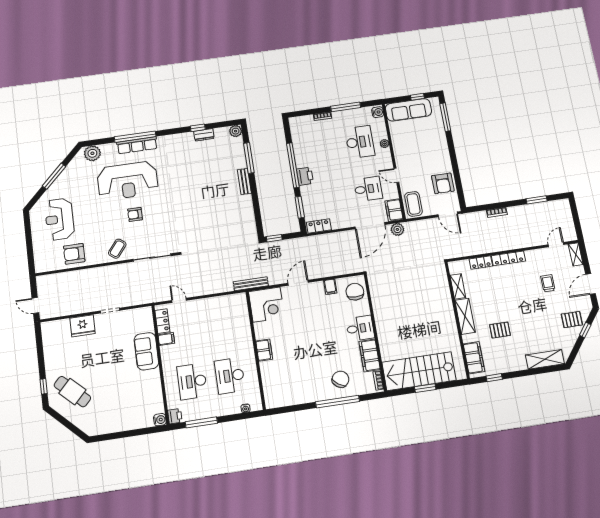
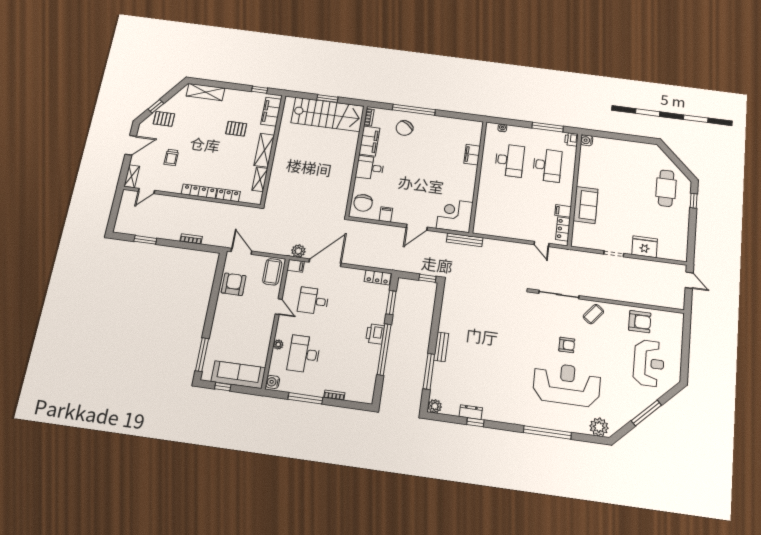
row of seats: (137, 145) -> (547, 422), removed
filing cabinet: (394, 210) -> (296, 266), width x0.50
filing cabinet: (264, 350) -> (472, 155), moved
cafe table: (72, 392) -> (666, 188), turned 46

